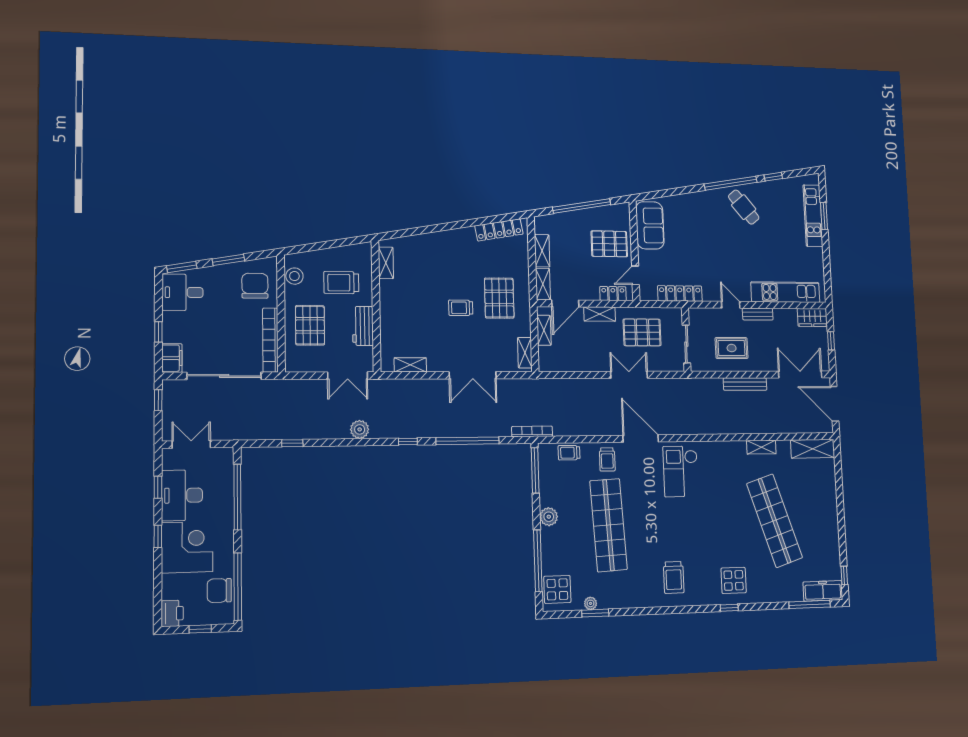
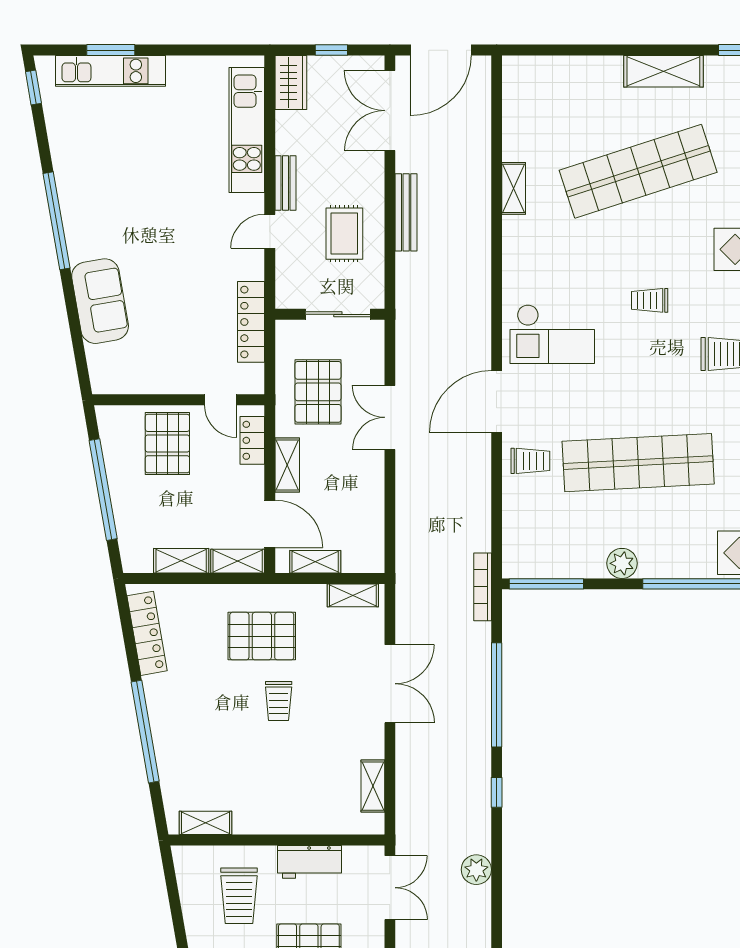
window: (773, 177) -> (33, 87), moved
cafe table: (744, 207) -> (98, 199), removed
sofa: (650, 225) -> (100, 301), moved, turned 80
window: (441, 227) -> (145, 732), added
shelving: (813, 449) -> (663, 71), moved, turned 90
trolley: (569, 453) -> (650, 300), moved, turned 90

